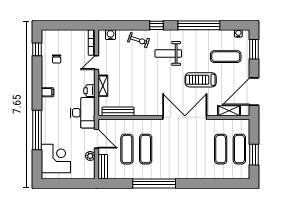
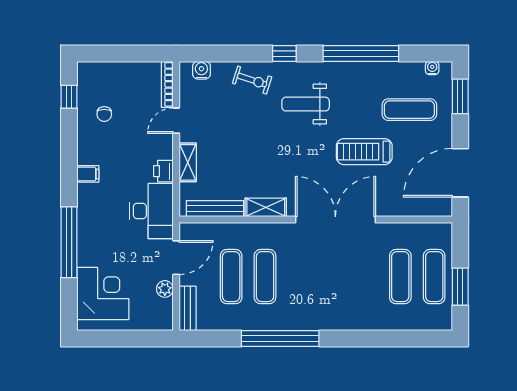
shelving: (229, 111) -> (266, 207), moved
door: (96, 139) -> (176, 258), hinge flipped

